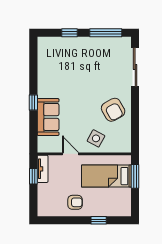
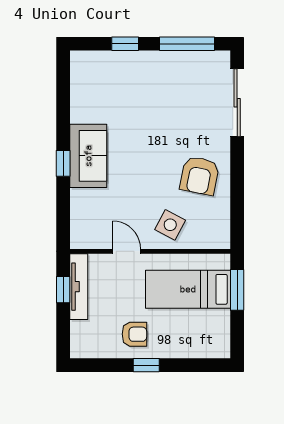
armchair: (113, 110) -> (199, 176), turned 40
sofa: (48, 117) -> (88, 156), moved
tv unit: (43, 169) -> (79, 287), width x1.41
window: (99, 220) -> (146, 365), moved

